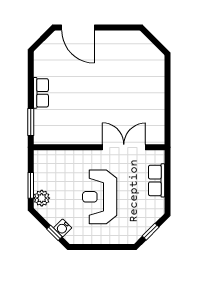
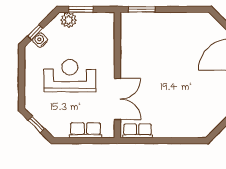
row of seats: (41, 93) -> (138, 131), moved, turned 180

